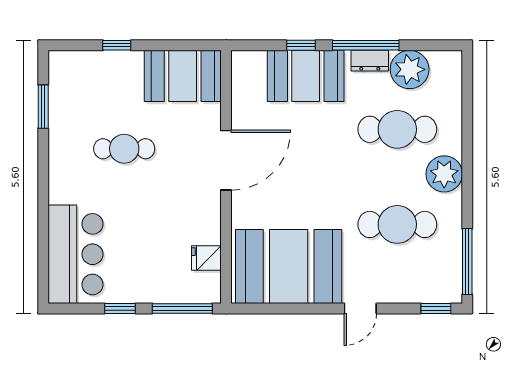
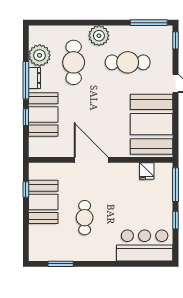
window: (117, 45) -> (26, 190), moved
booth: (183, 76) -> (43, 202), moved
cafe table: (397, 224) -> (128, 62), turned 90

